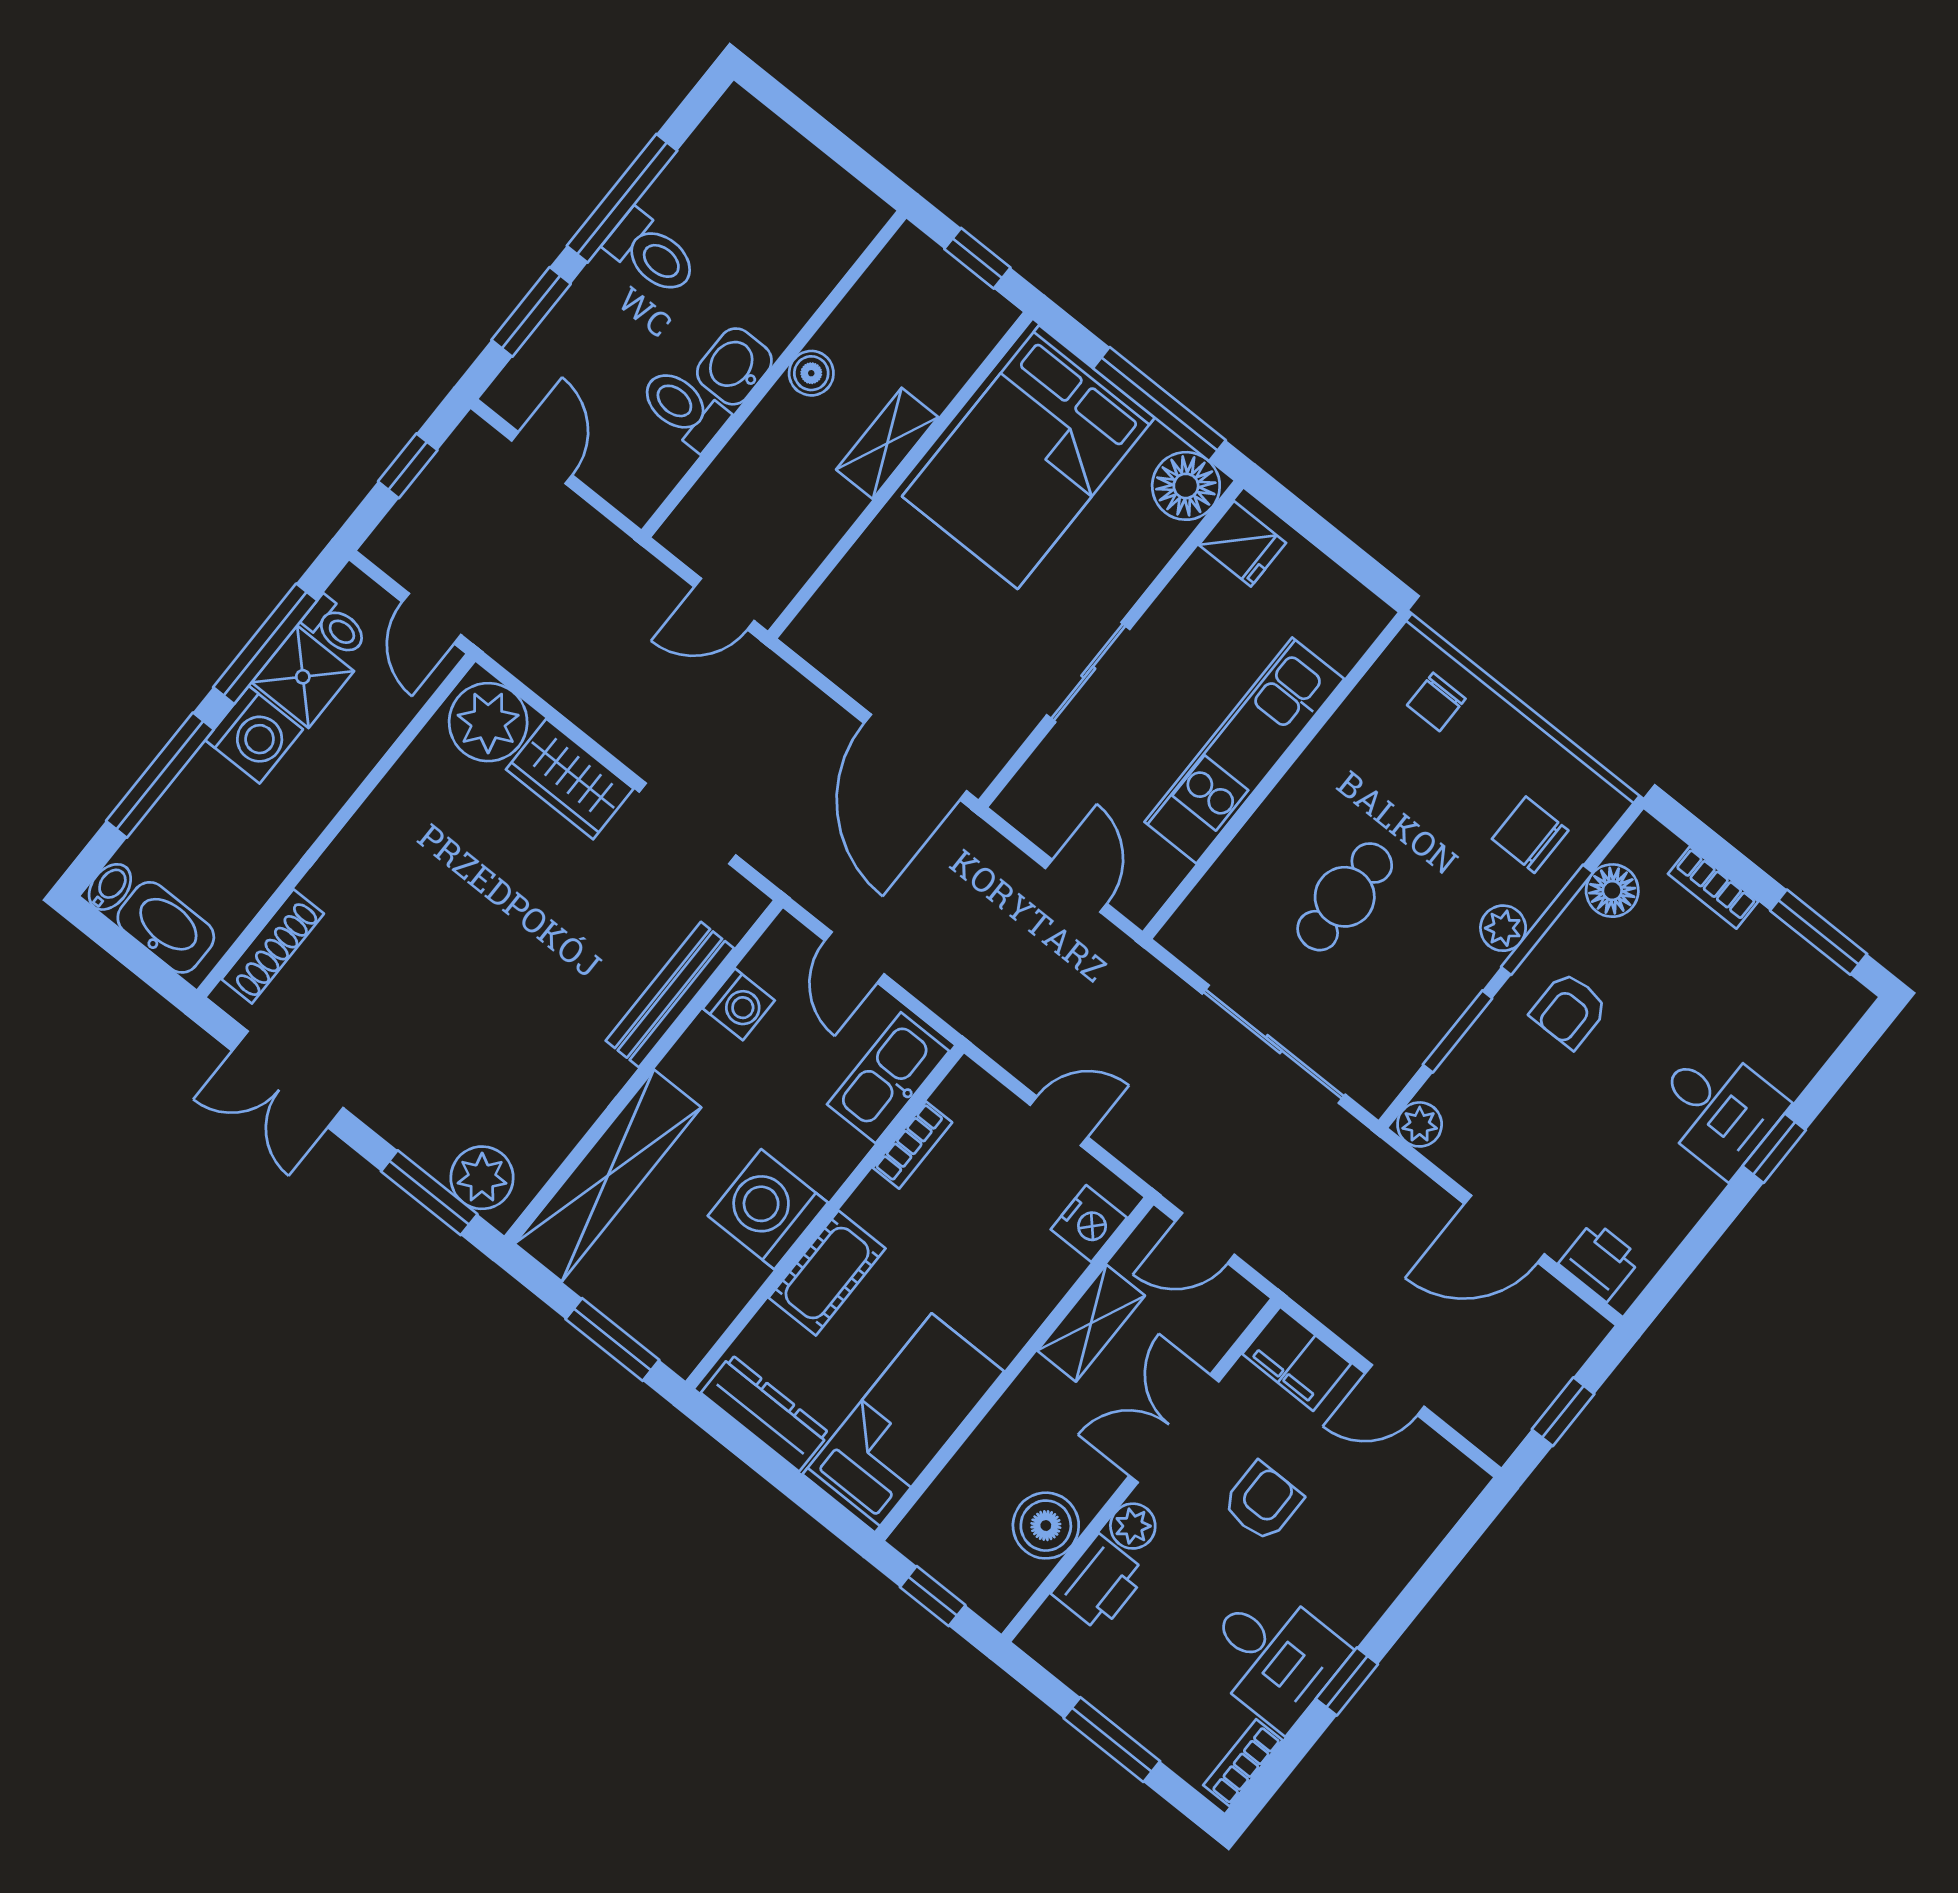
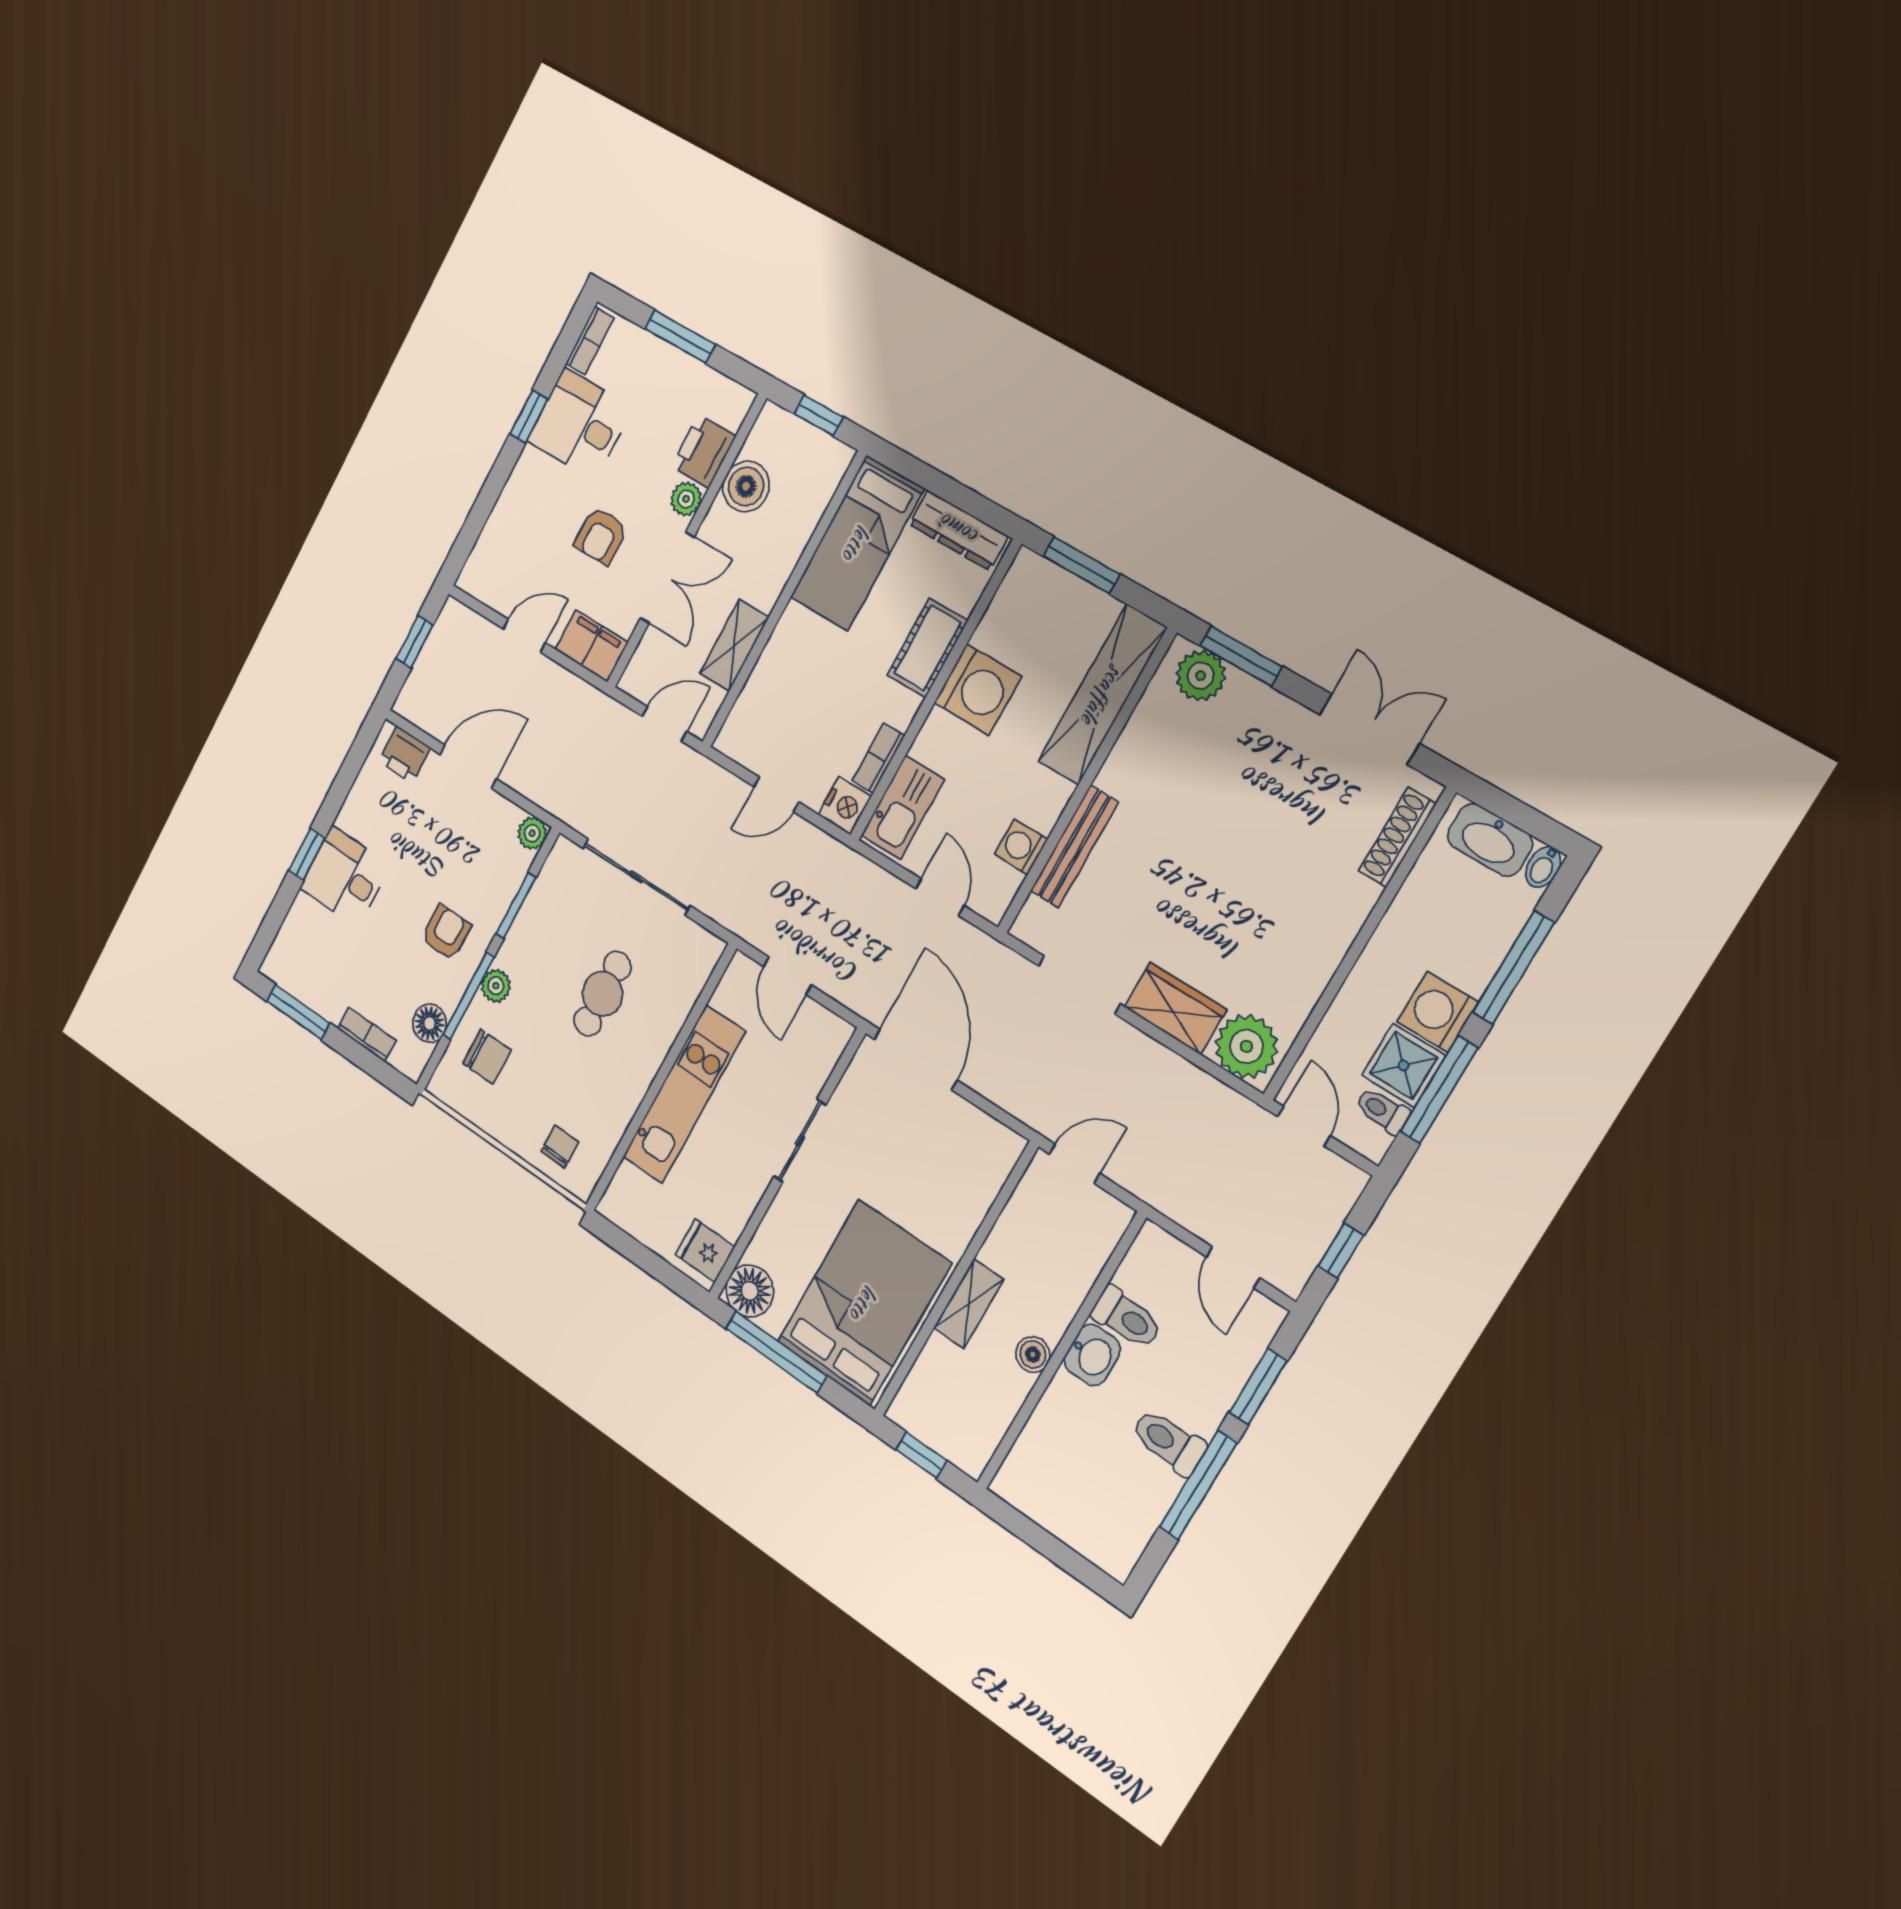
nightstand: (1089, 1224) -> (845, 806), moved, turned 180

